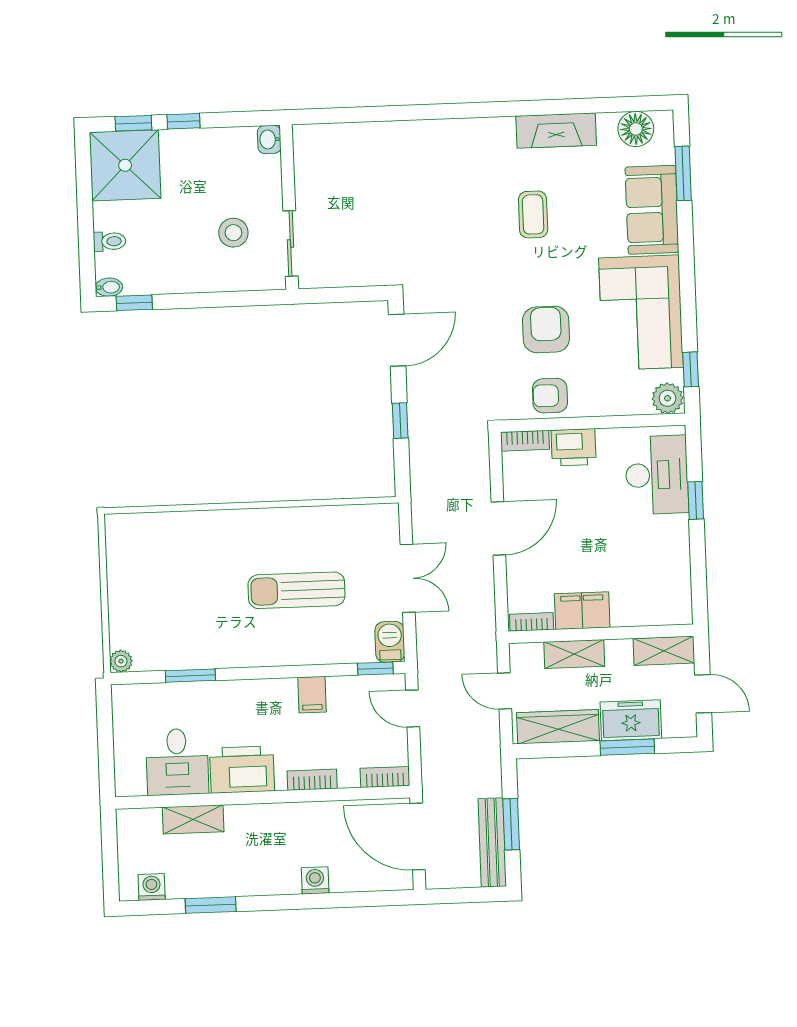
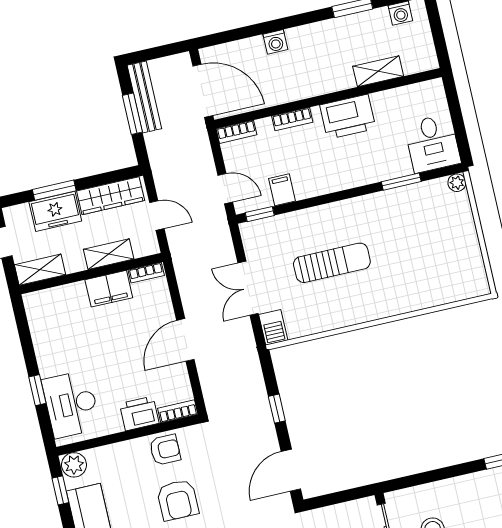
barbecue: (390, 642) -> (273, 327), moved
filing cabinet: (312, 695) -> (282, 190), moved
desk: (177, 762) -> (432, 143), moved, turned 180

